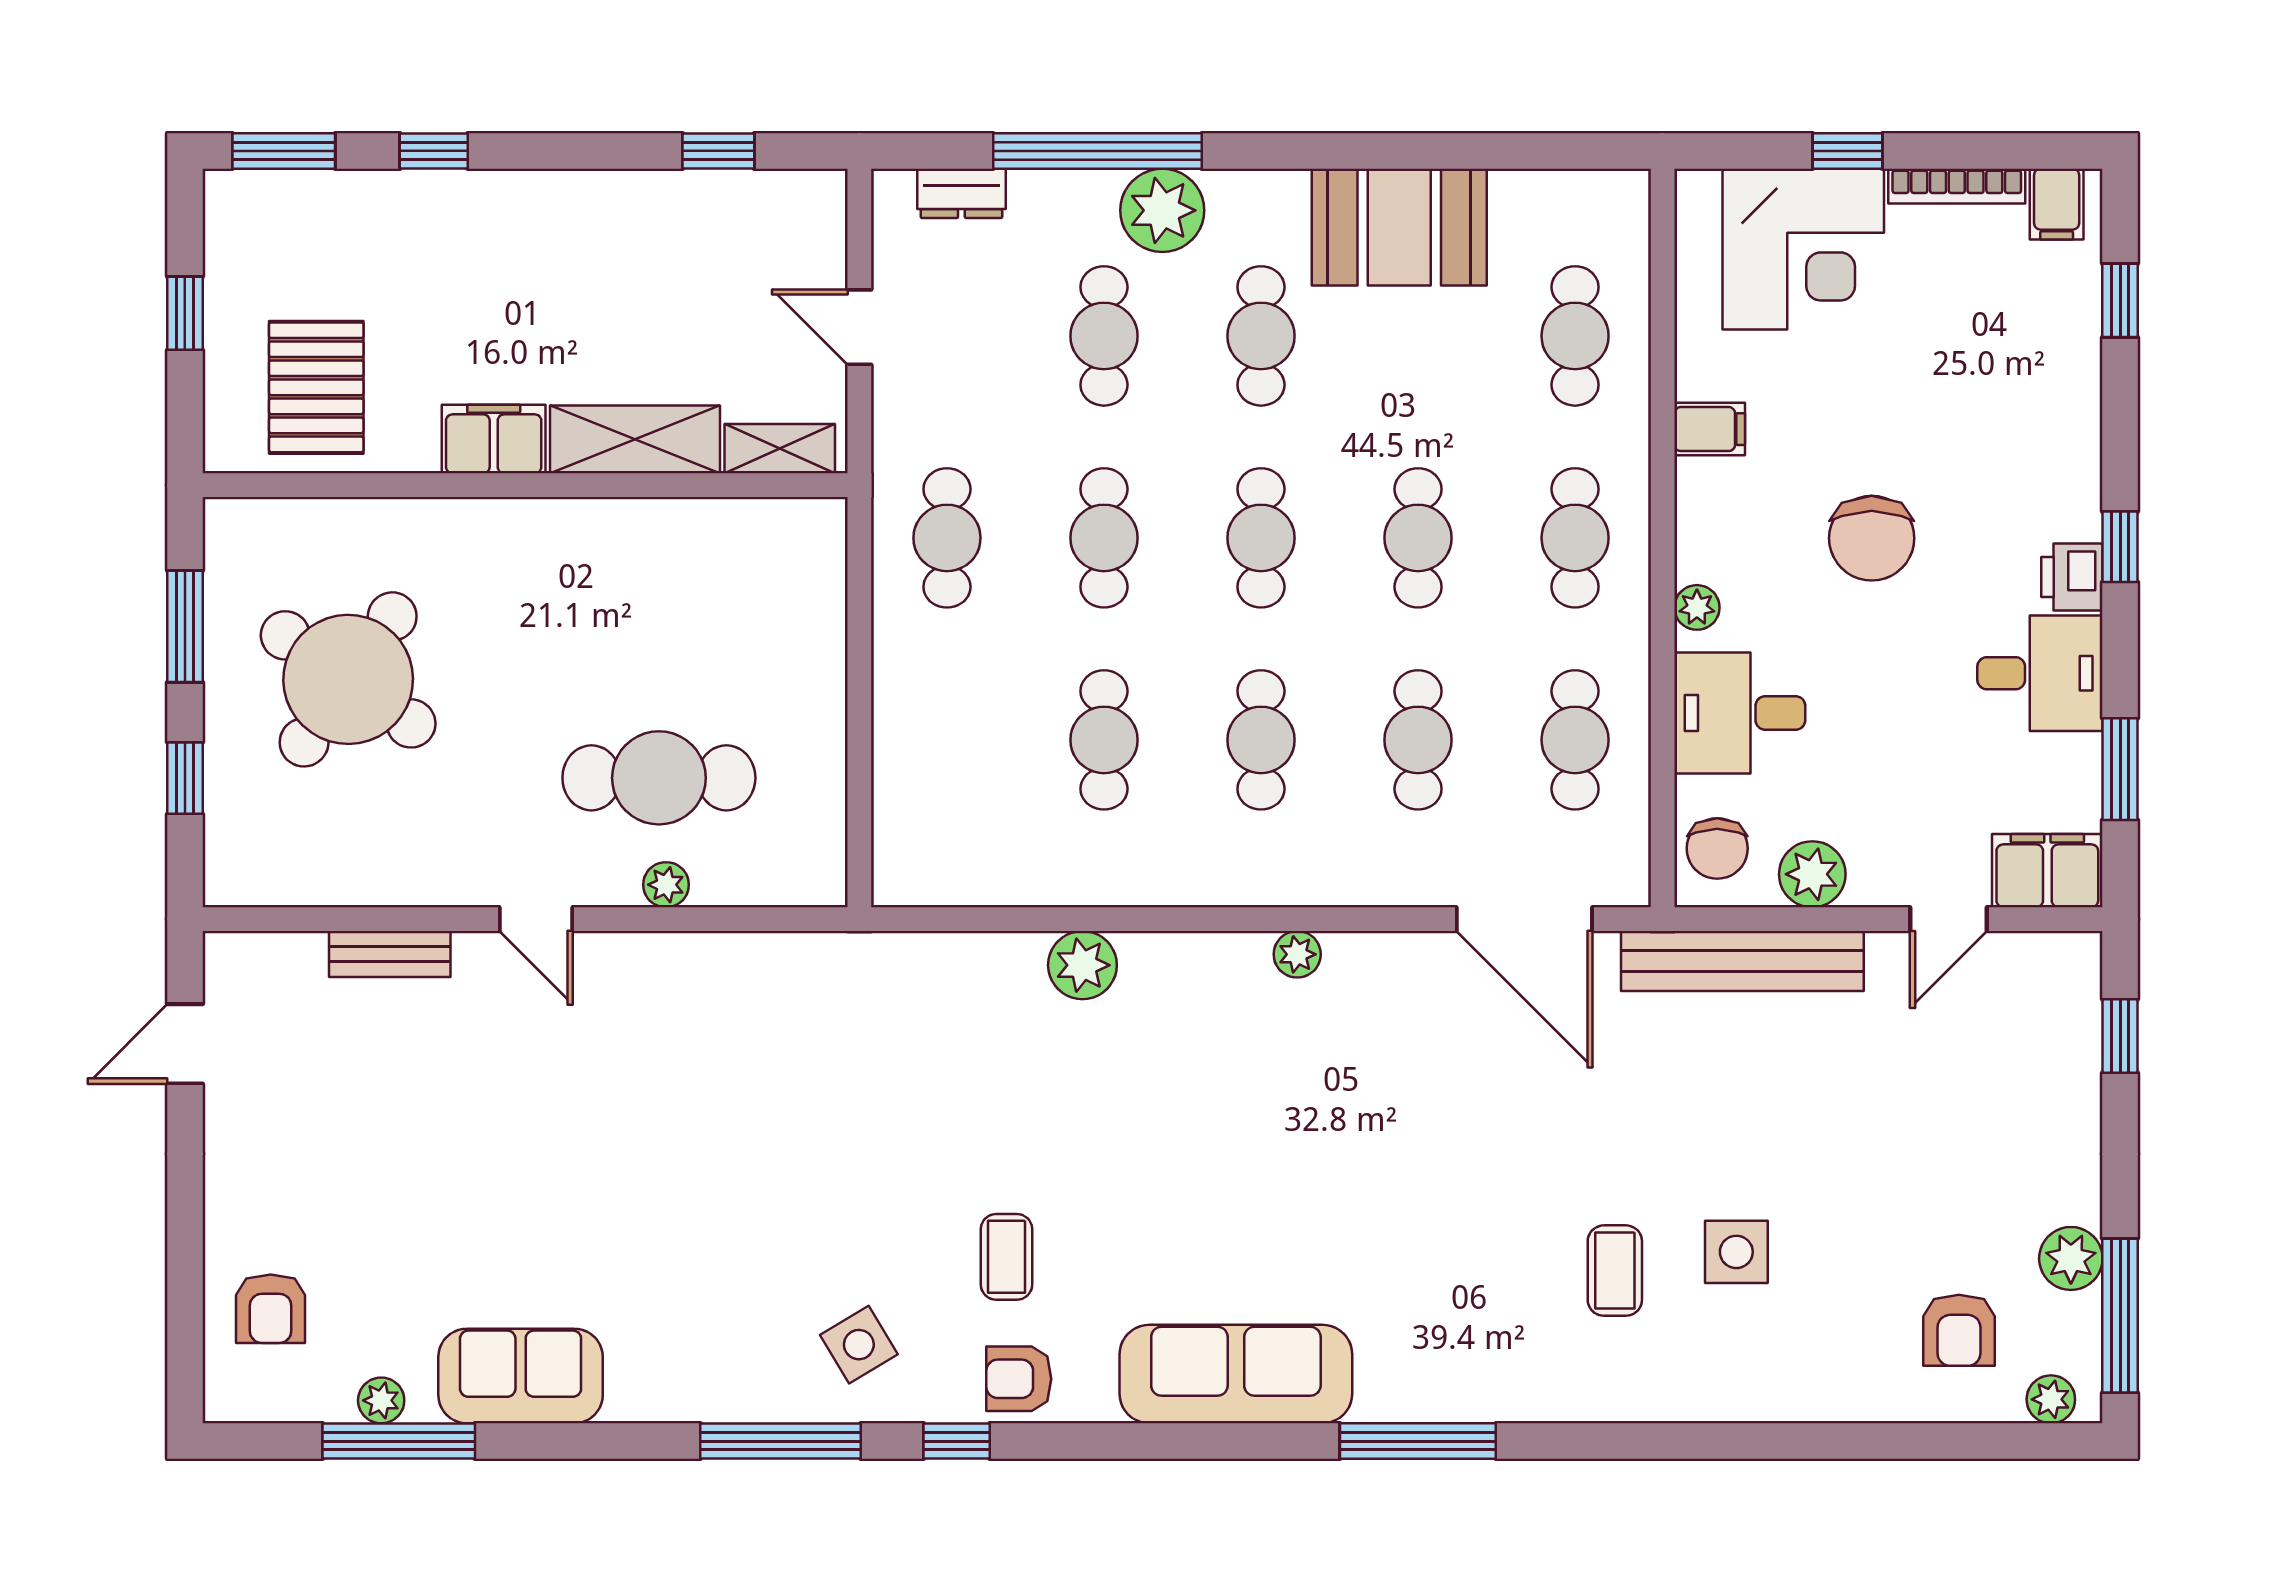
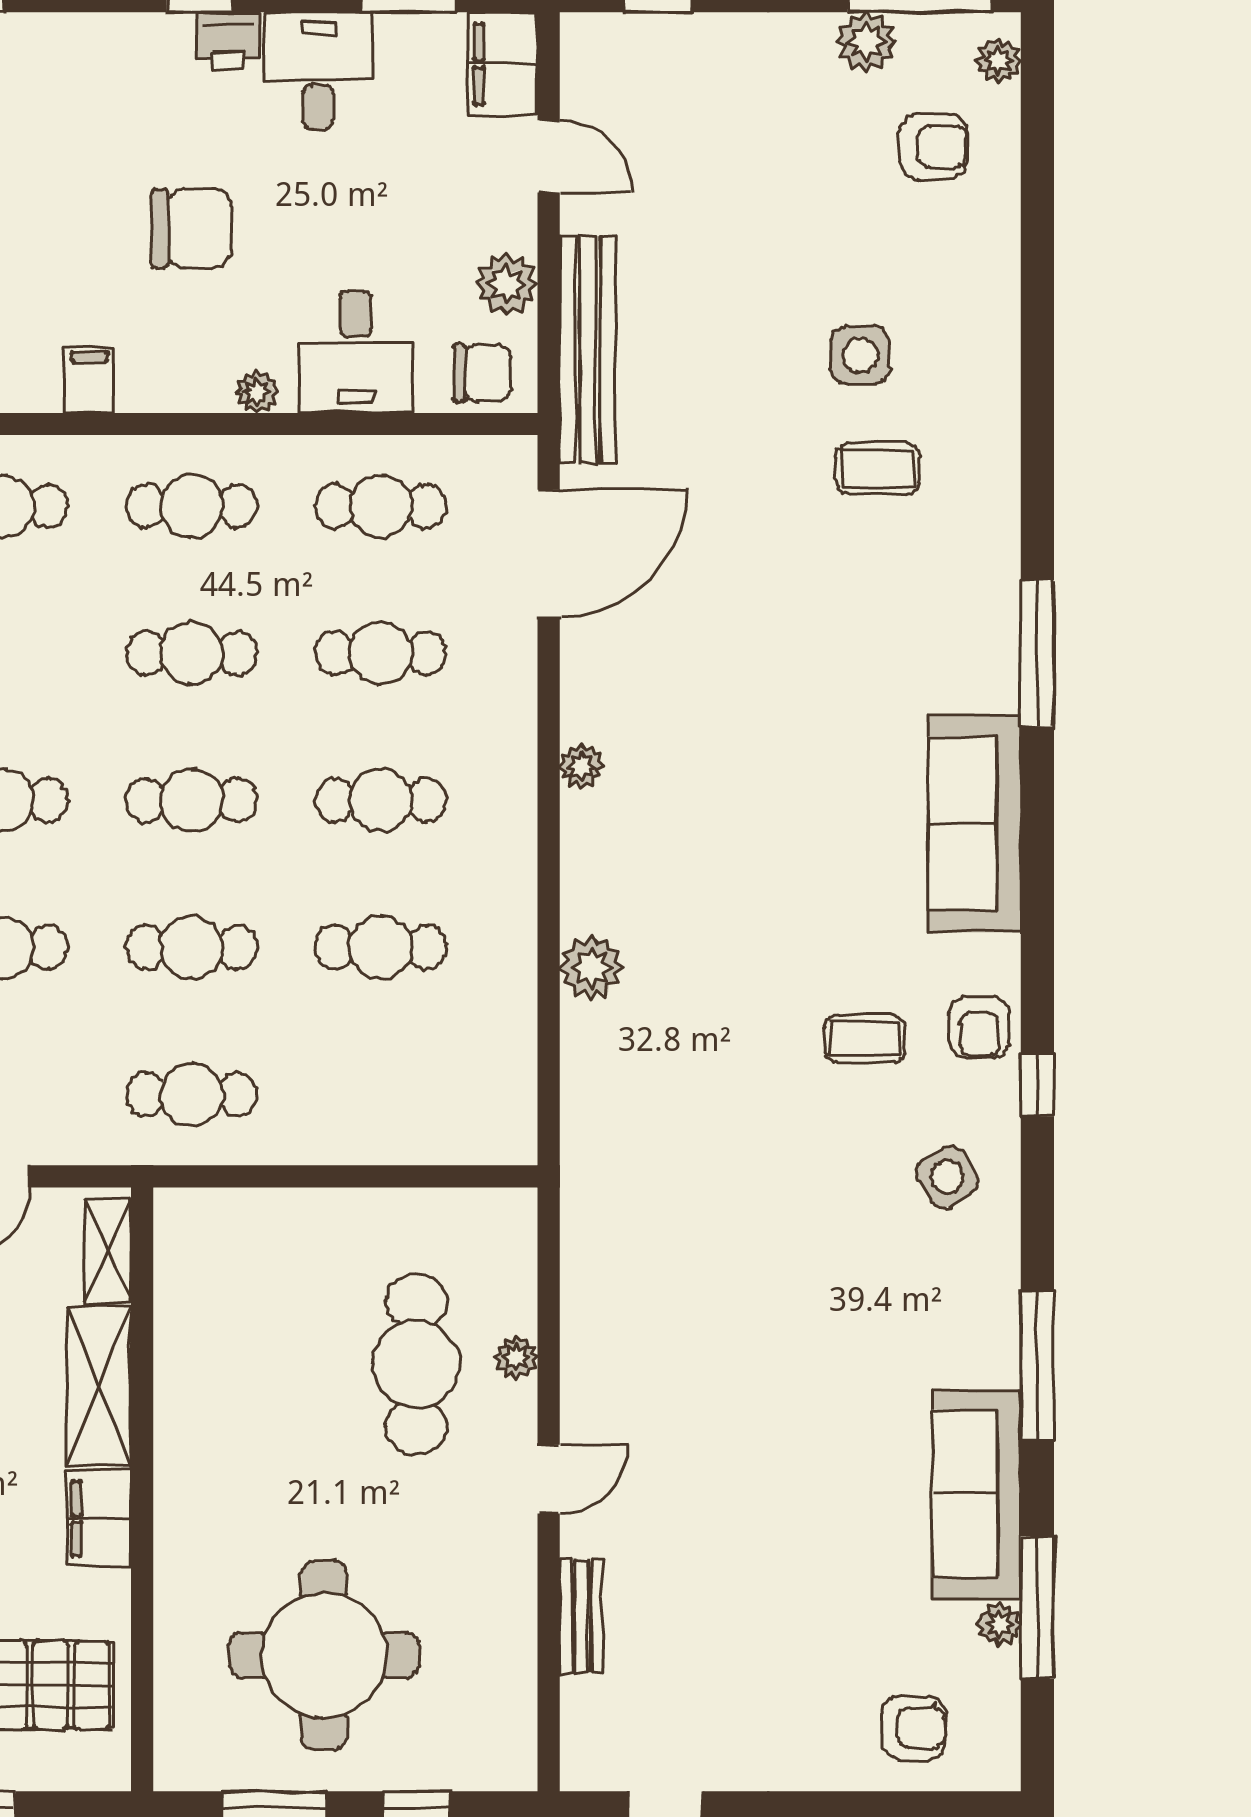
round table: (348, 679) -> (324, 1655), turned -35
sofa: (521, 1376) -> (976, 1494), width x1.36
window: (781, 1441) -> (1037, 1366), moved

